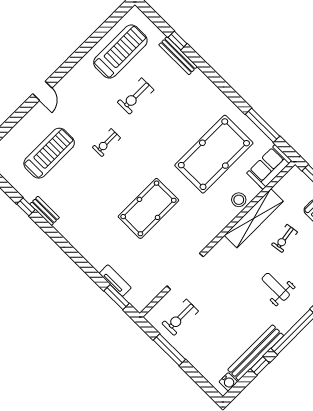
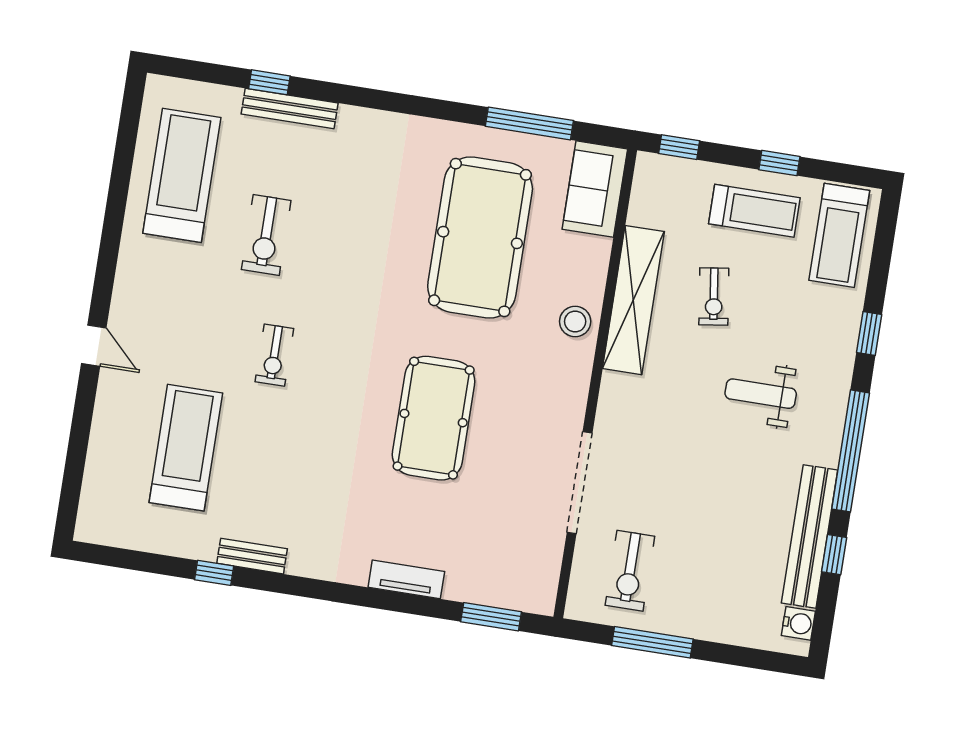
stool: (239, 200) -> (575, 321), moved
tv unit: (115, 281) -> (406, 579), moved

